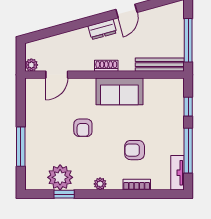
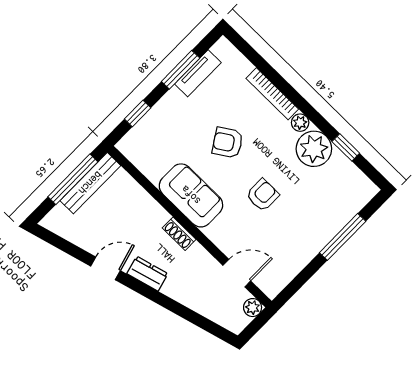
bench: (160, 65) -> (90, 183), moved, turned 90
armchair: (135, 150) -> (228, 143), moved, turned 147
window: (188, 151) -> (181, 70), width x0.69
tv unit: (177, 173) -> (198, 73), moved
plant: (60, 177) -> (314, 149), moved
bookcase: (137, 185) -> (272, 94), width x1.56

